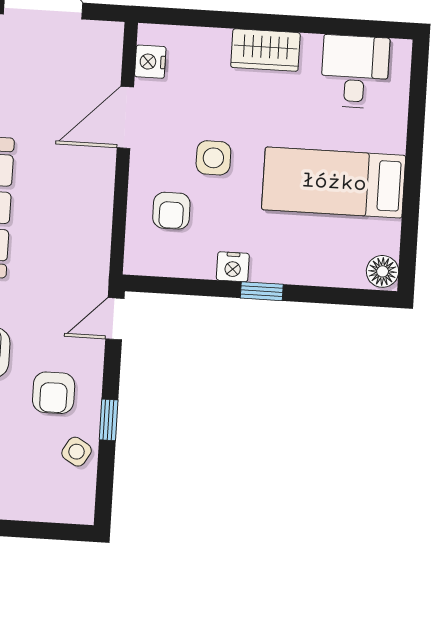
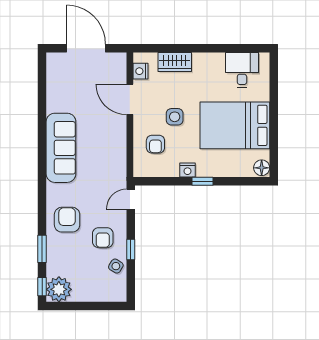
wardrobe: (265, 50) -> (175, 62), moved
door: (125, 117) -> (130, 99), hinge flipped
bed: (334, 183) -> (235, 125), width x1.50

